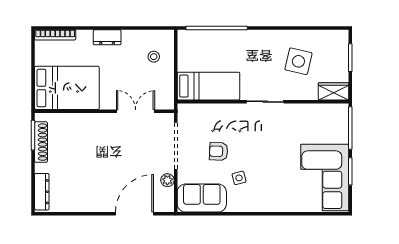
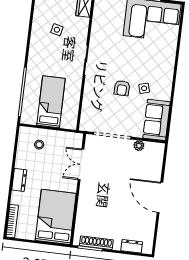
side table: (298, 61) -> (57, 30), width x0.54, depth x0.54
bed: (208, 86) -> (51, 102), moved
armchair: (219, 151) -> (122, 88), moved
dresser: (42, 192) -> (132, 246), width x0.70
door: (134, 214) -> (160, 197), moved

